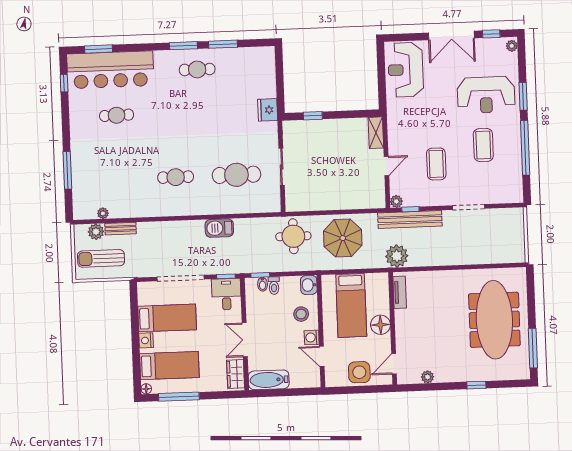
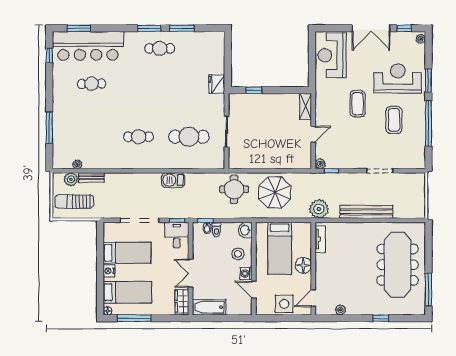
reception desk: (486, 95) -> (398, 79), turned 180
coffee table: (436, 164) -> (358, 104), moved
bench: (410, 220) -> (366, 212), moved

